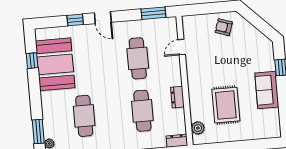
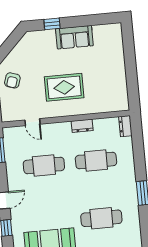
rug: (226, 105) -> (64, 87), moved
plant: (198, 128) -> (113, 105), removed

